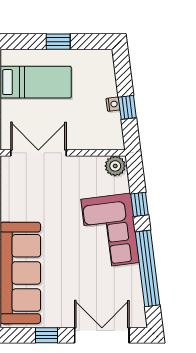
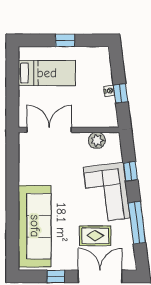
plant: (115, 166) -> (97, 140), moved
window: (148, 268) -> (137, 223), width x0.68
rug: (96, 285) -> (95, 236), added

